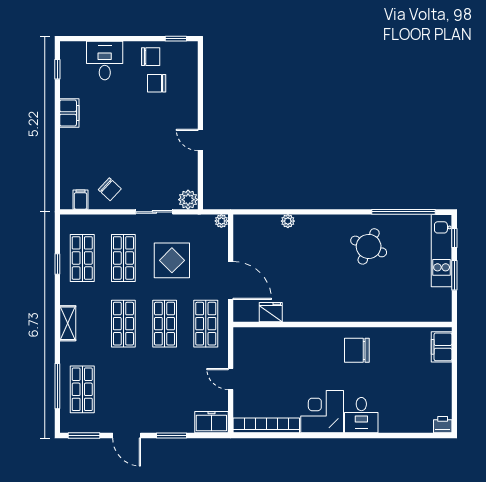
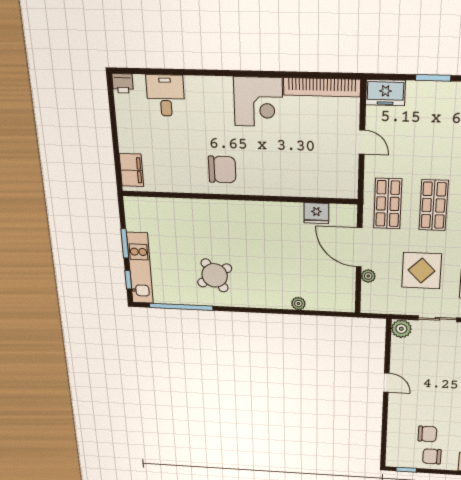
plant: (221, 221) -> (368, 276), moved
round table: (369, 246) -> (215, 275), turned 33
desk: (361, 415) -> (166, 95), moved

